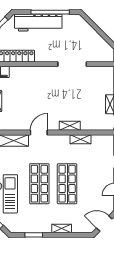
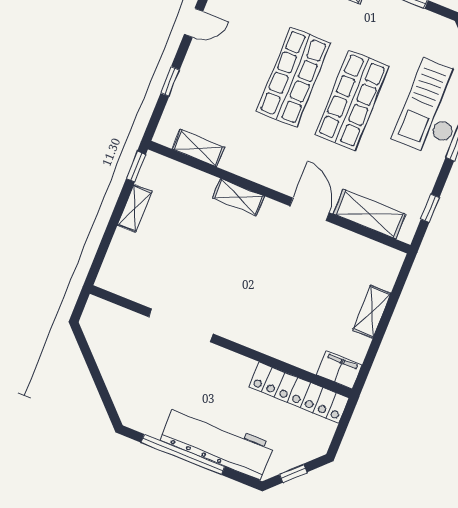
door: (39, 132) -> (309, 209), swing flipped
shelving: (81, 139) -> (198, 148), moved

